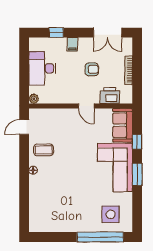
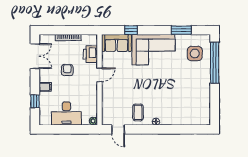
window: (137, 174) -> (181, 30), moved

